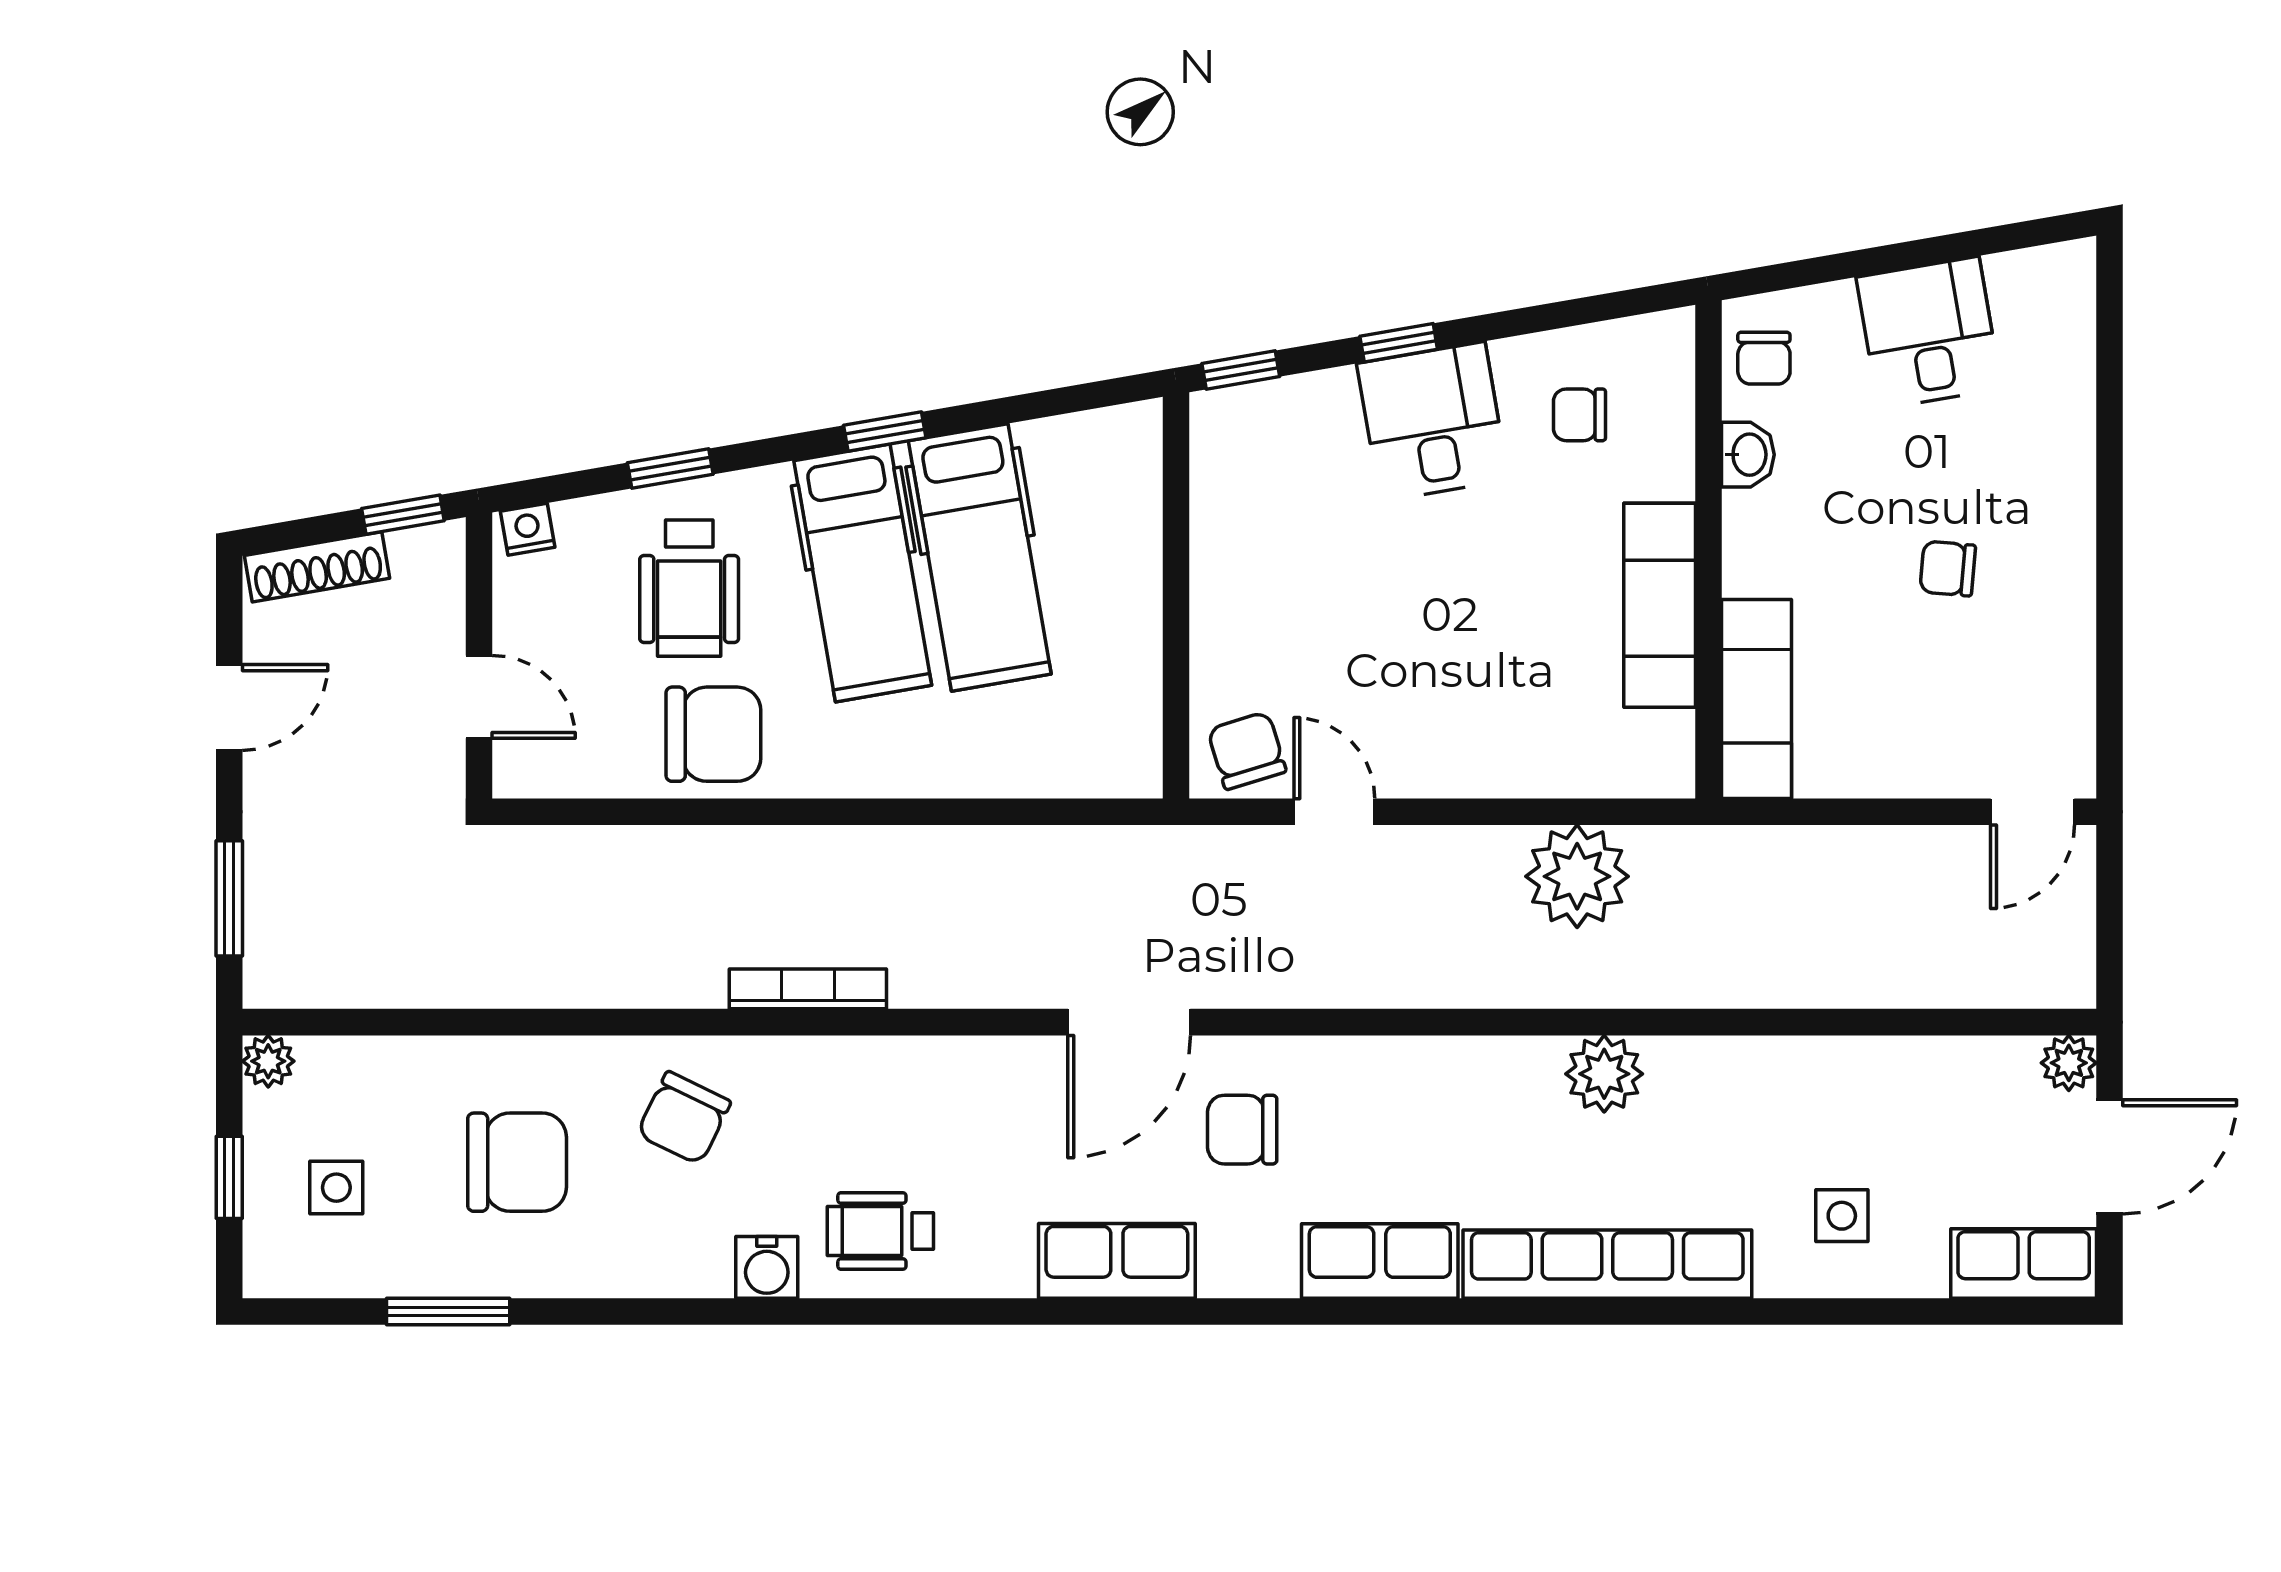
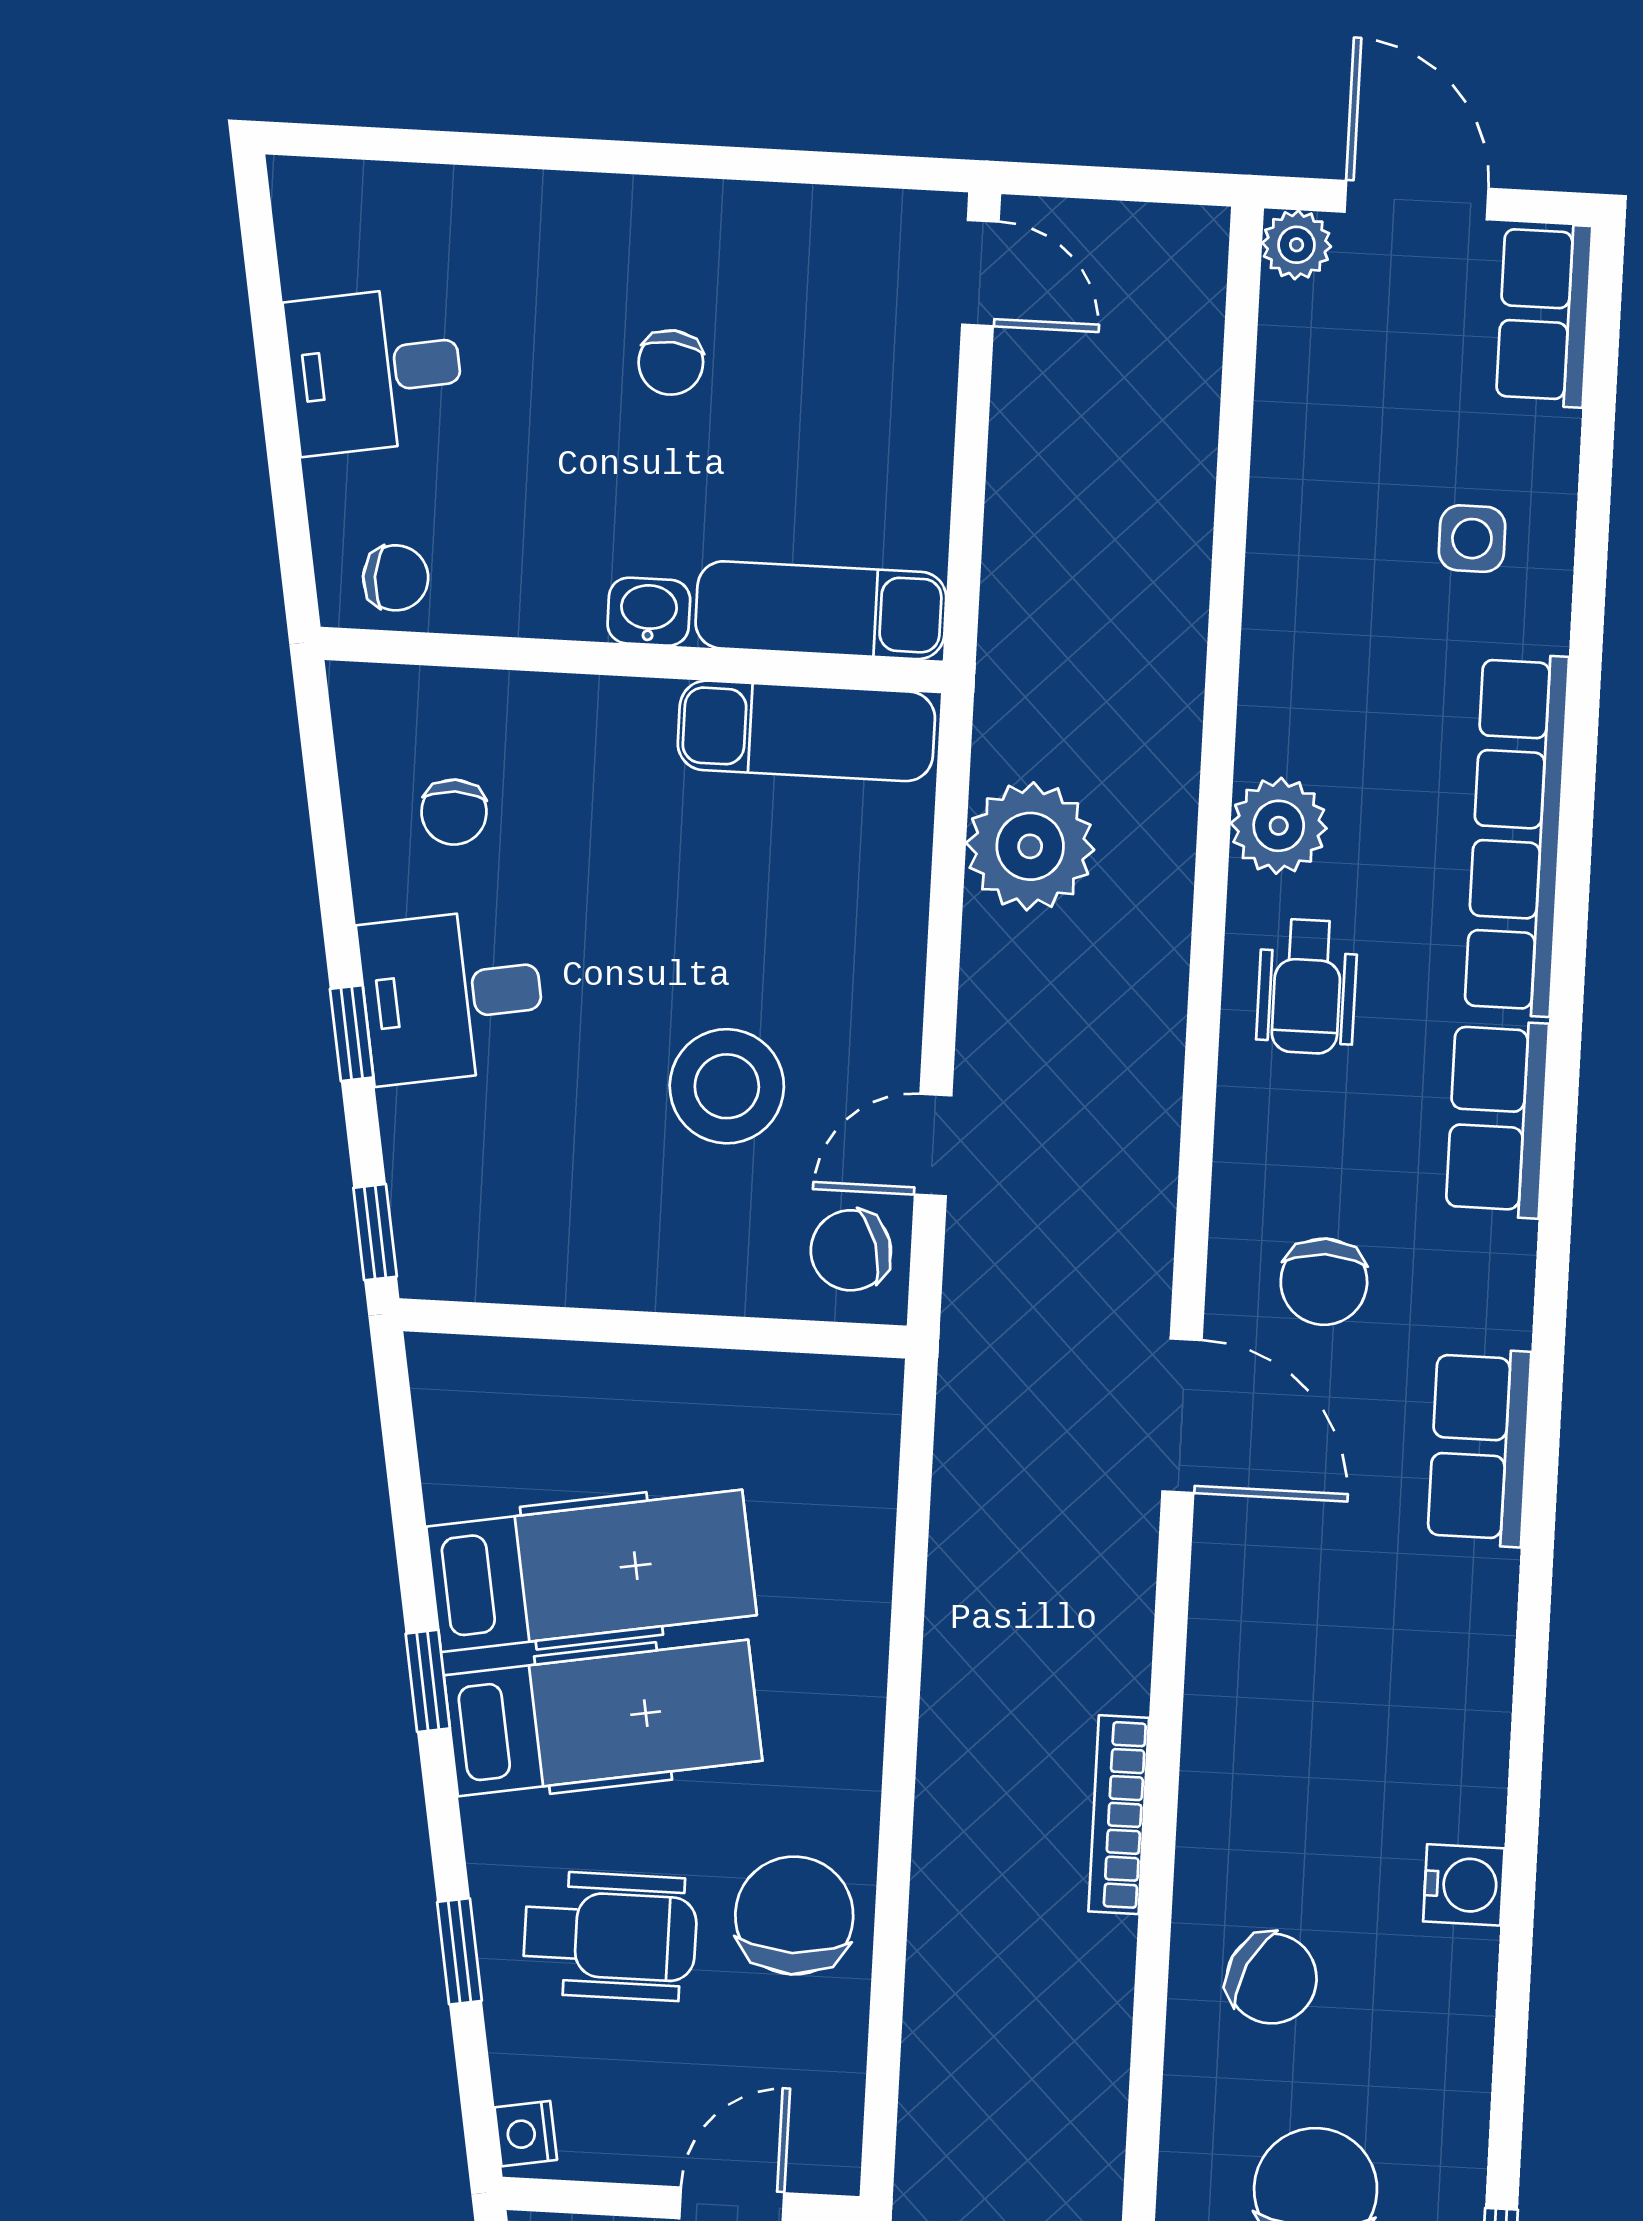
washbasin: (1748, 455) -> (649, 612), moved
exam couch: (1660, 605) -> (806, 731), moved
stool: (1372, 644) -> (727, 1086), added
wheelchair: (880, 1231) -> (1307, 986), moved

